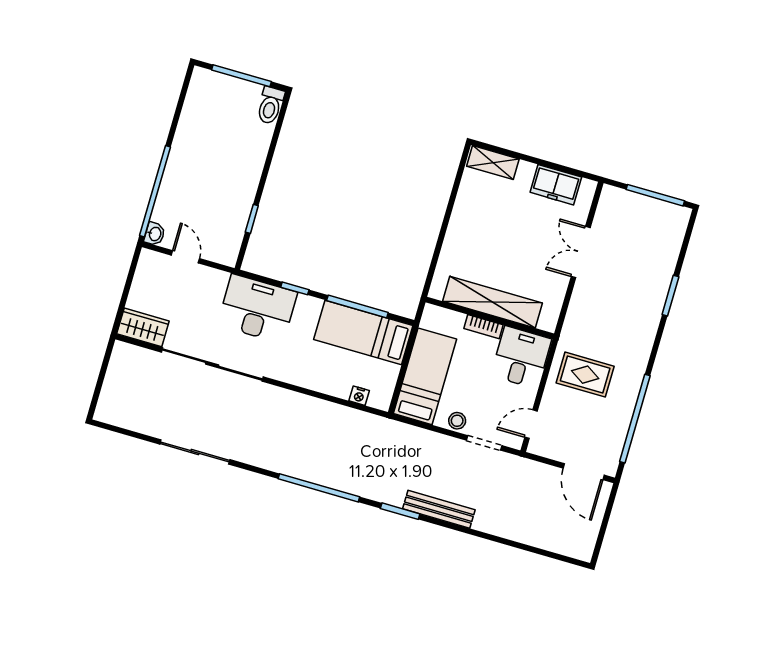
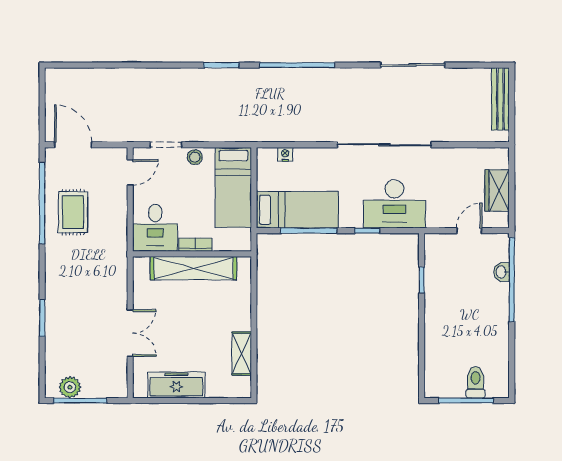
toilet: (270, 105) -> (475, 382), moved
shelving: (493, 163) -> (242, 354), moved, turned 90
freezer: (556, 185) -> (176, 385), width x1.40
plant: (662, 213) -> (70, 387), added
washbasin: (155, 234) -> (501, 272), moved
door: (185, 257) -> (469, 231), swing flipped
wardrobe: (143, 327) -> (497, 190), moved, turned 90
sliding door: (212, 364) -> (384, 145), moved
rug: (585, 375) -> (73, 212), moved, turned 90
bench: (439, 509) -> (500, 99), moved, turned 90

